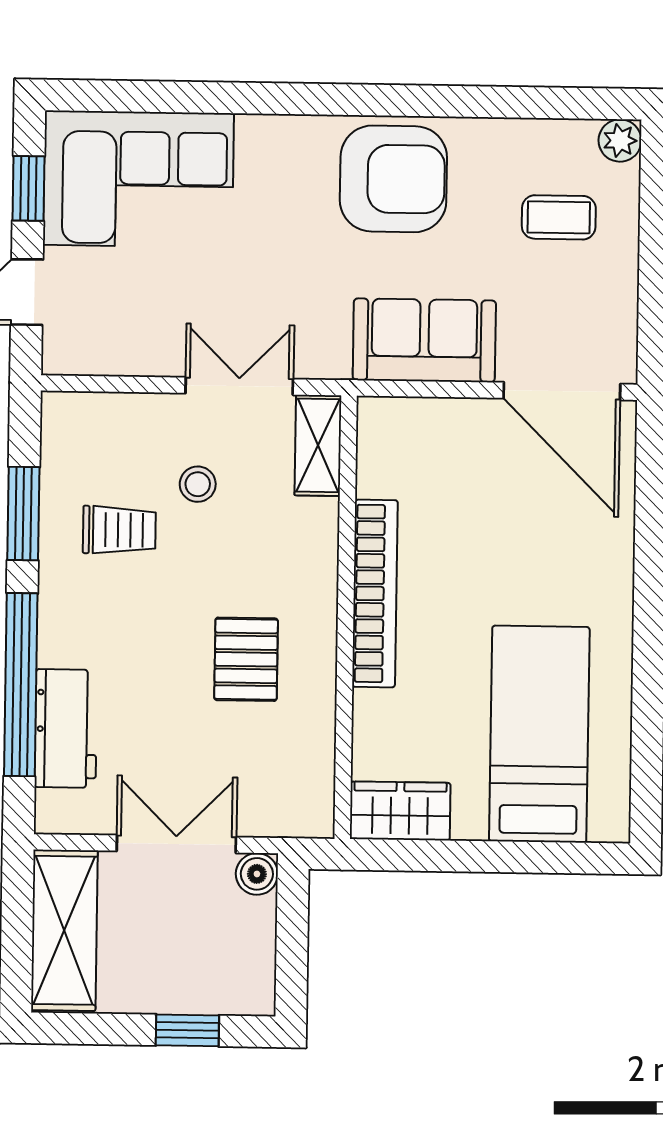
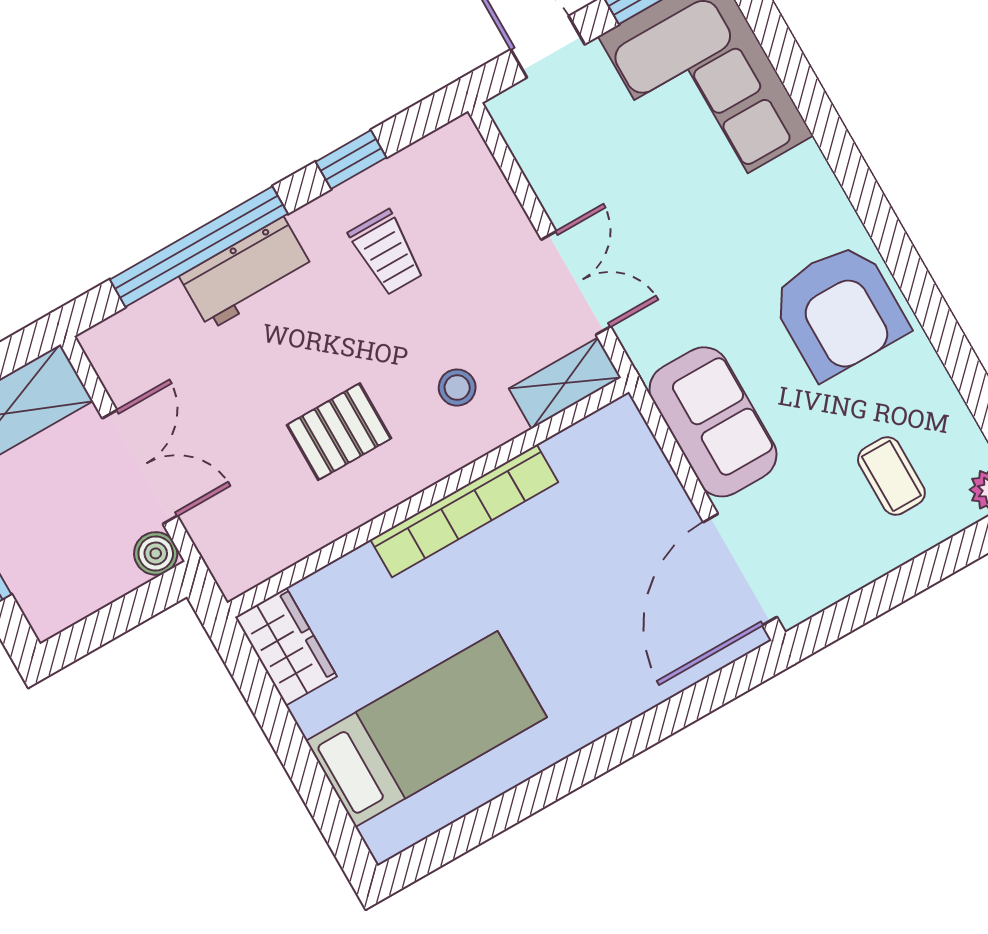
stool: (198, 484) -> (457, 388), moved
window: (23, 514) -> (351, 160), width x0.67
workbench: (66, 728) -> (247, 273), moved

